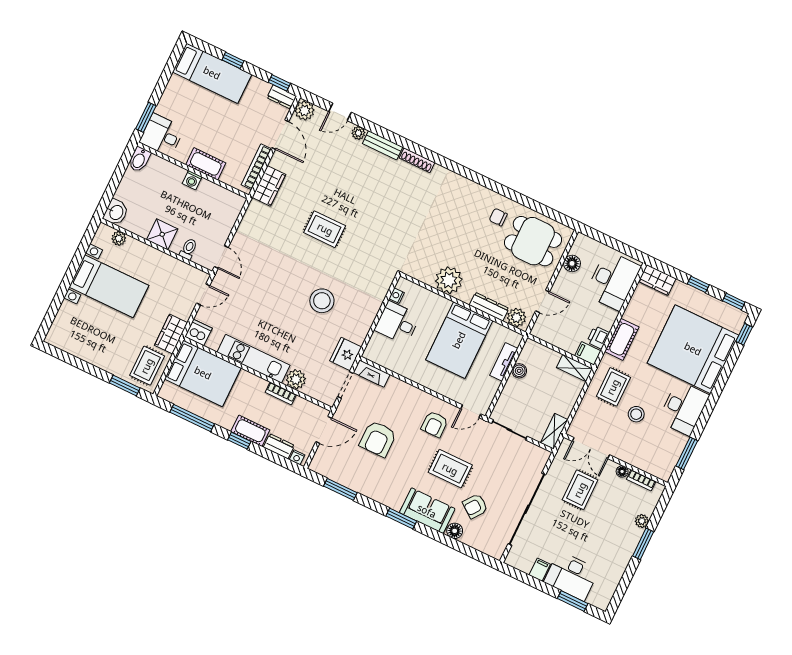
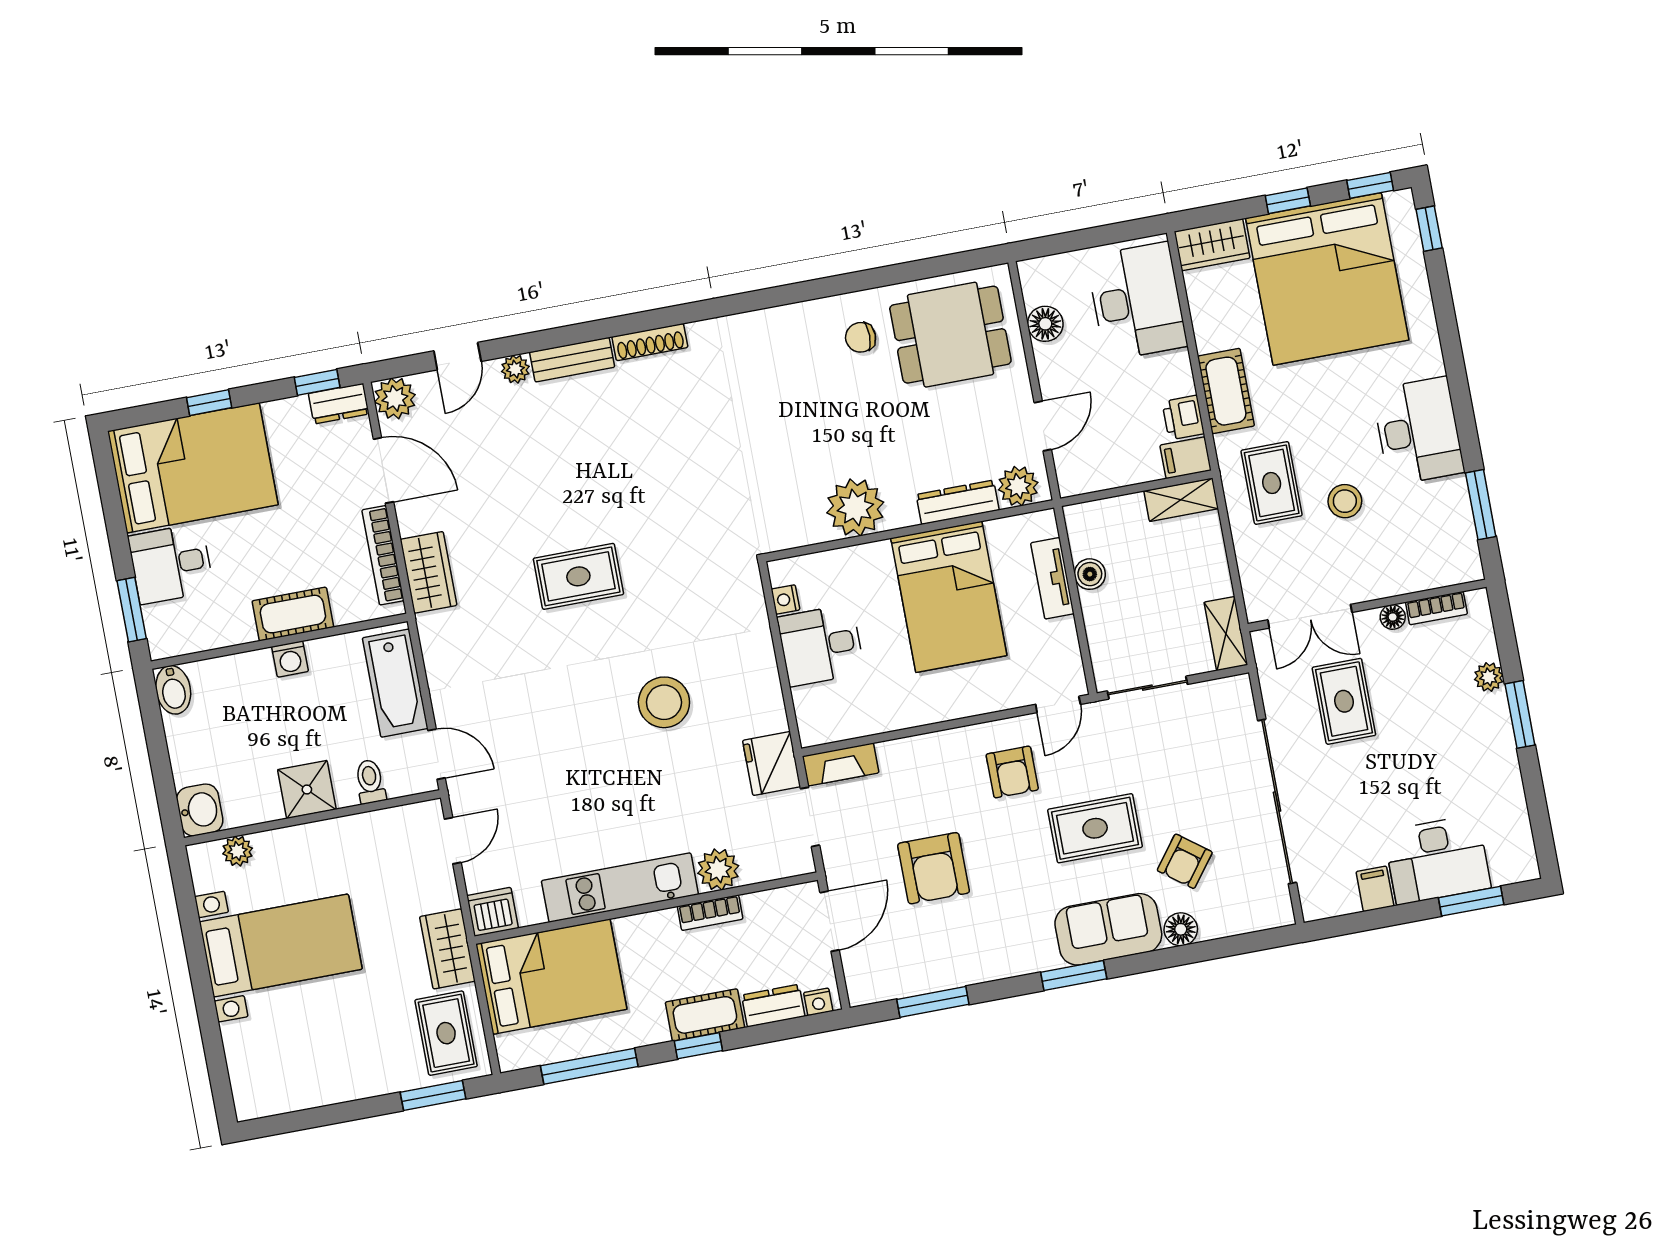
bed: (212, 73) -> (193, 468), width x1.50
desk: (162, 135) -> (171, 564), moved
bathtub: (225, 219) -> (395, 683), added
bed: (693, 349) -> (1327, 279), moved, turned -90

